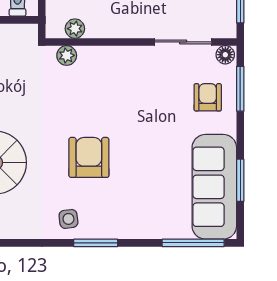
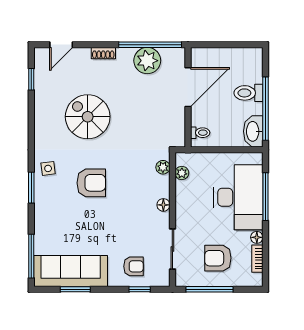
floor lamp: (225, 55) -> (163, 205), moved
window: (240, 89) -> (140, 289), width x0.67

